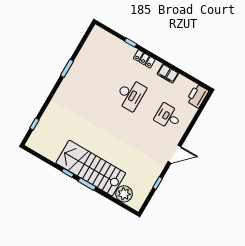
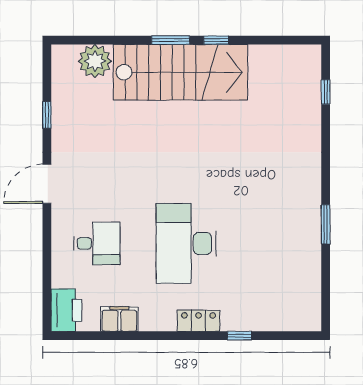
filing cabinet: (168, 74) -> (119, 319), moved
desk: (130, 95) -> (186, 243), width x1.36, depth x1.30

